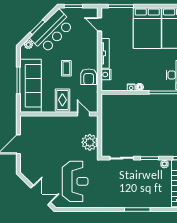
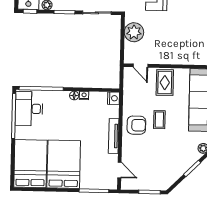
bar counter: (52, 31) -> (175, 163), removed
nightstand: (106, 74) -> (113, 98), moved
armchair: (89, 77) -> (136, 125), moved, turned 90

